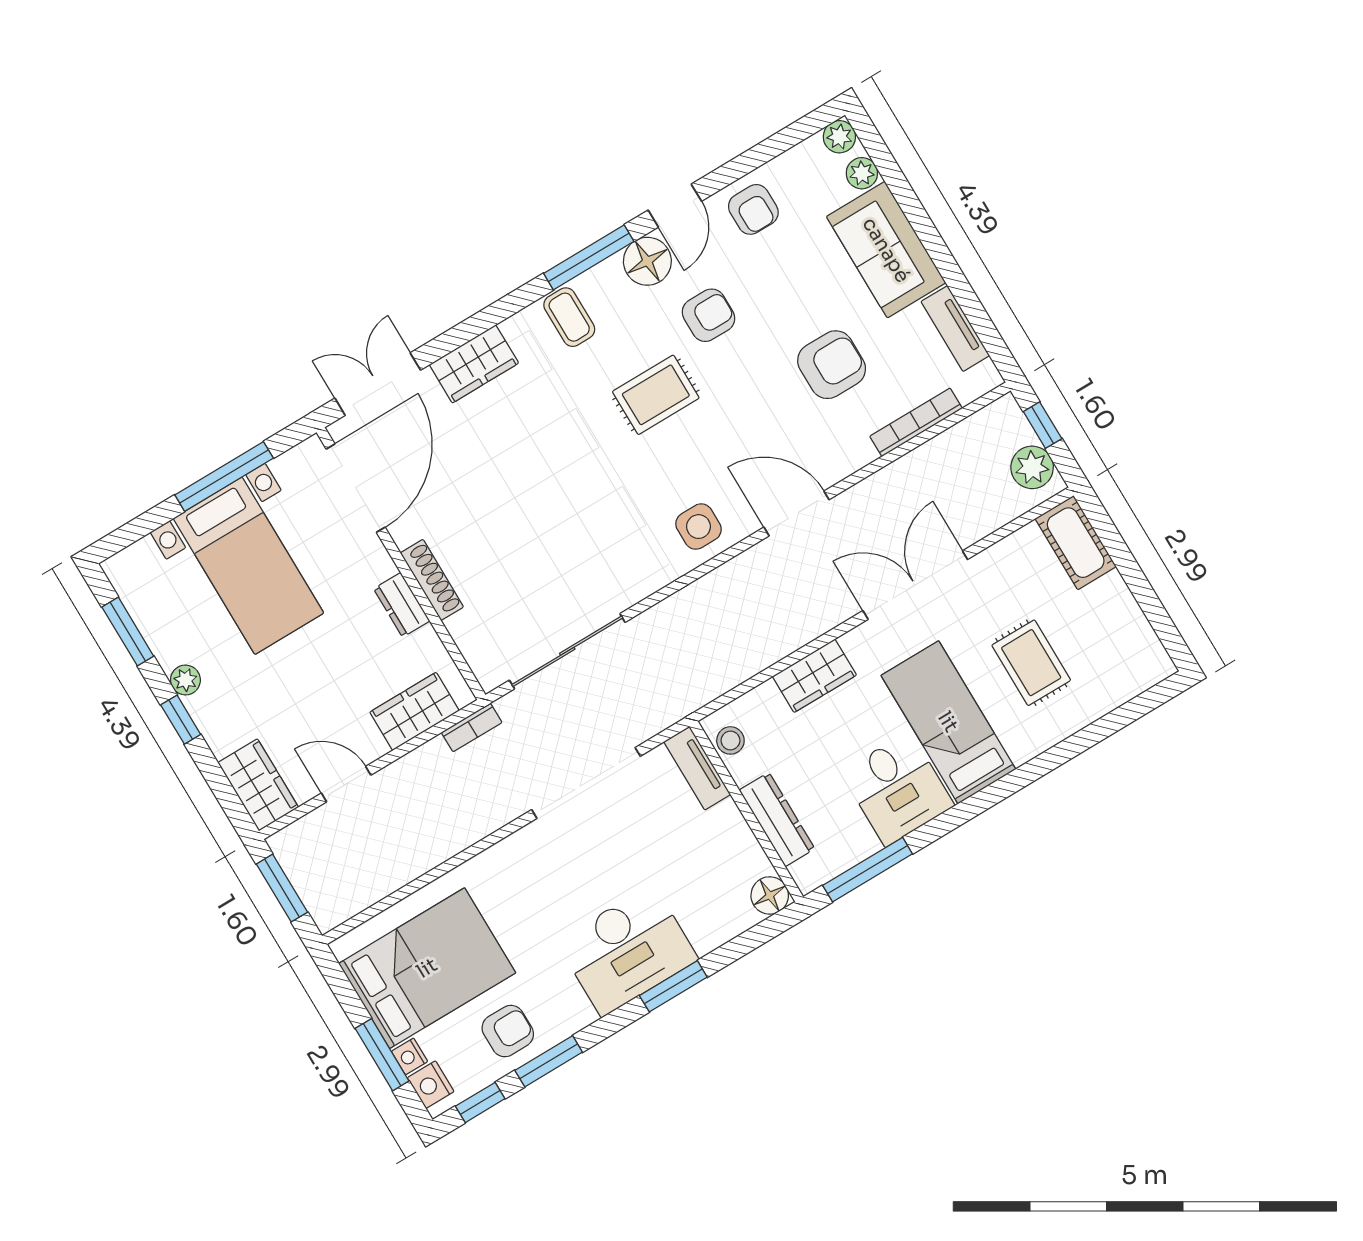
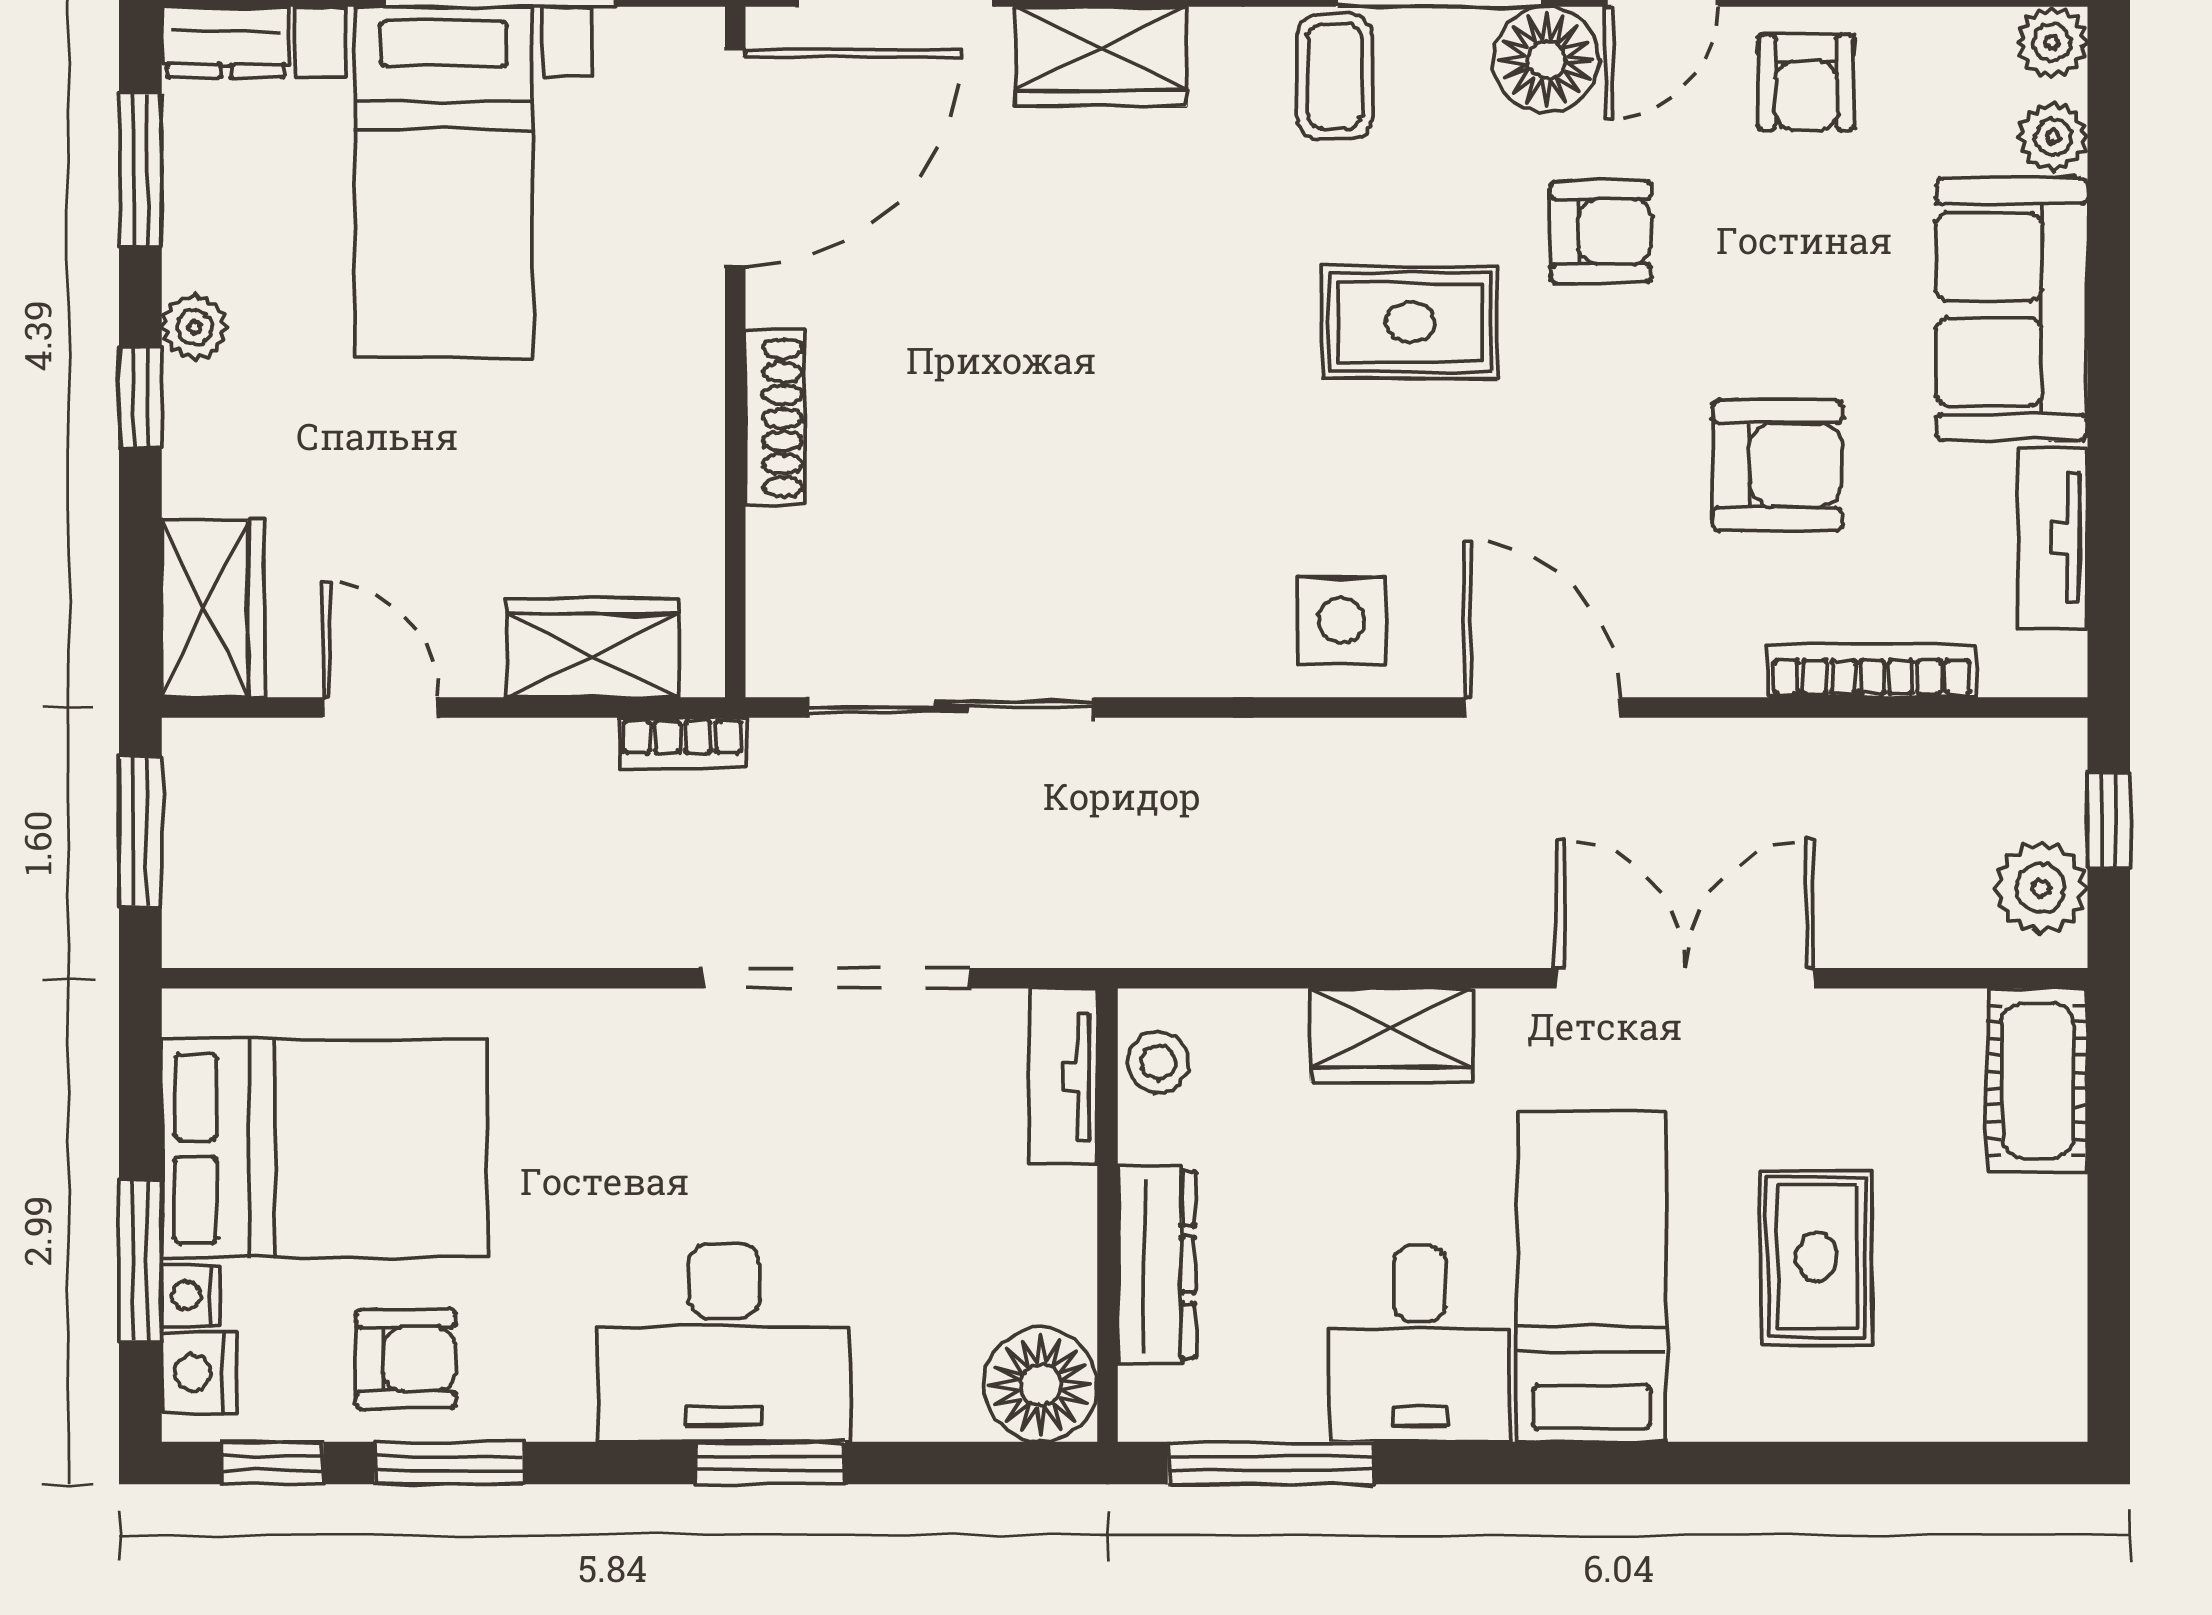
dresser: (402, 605) -> (226, 42), moved, turned -90
floor lamp: (770, 895) -> (1041, 1385), width x1.38, depth x1.38

